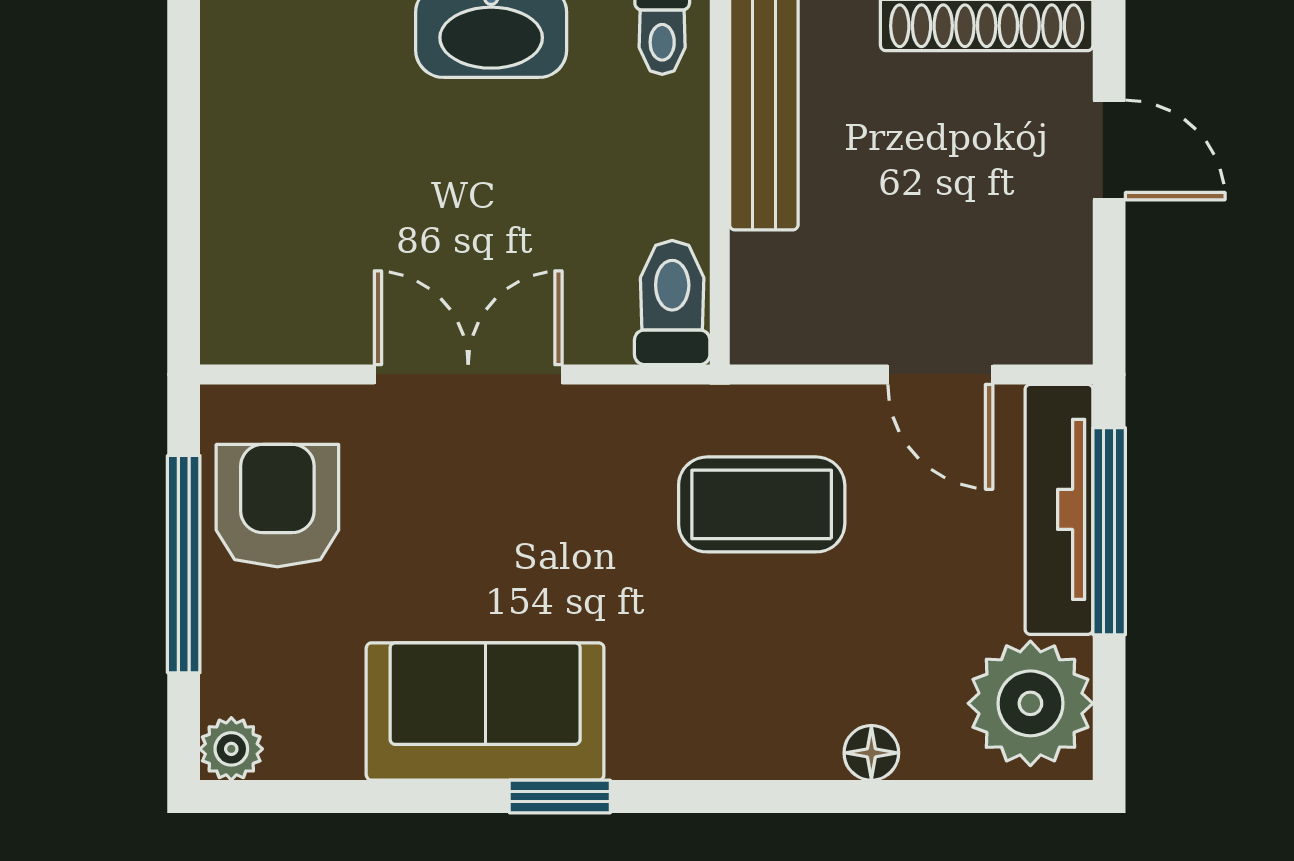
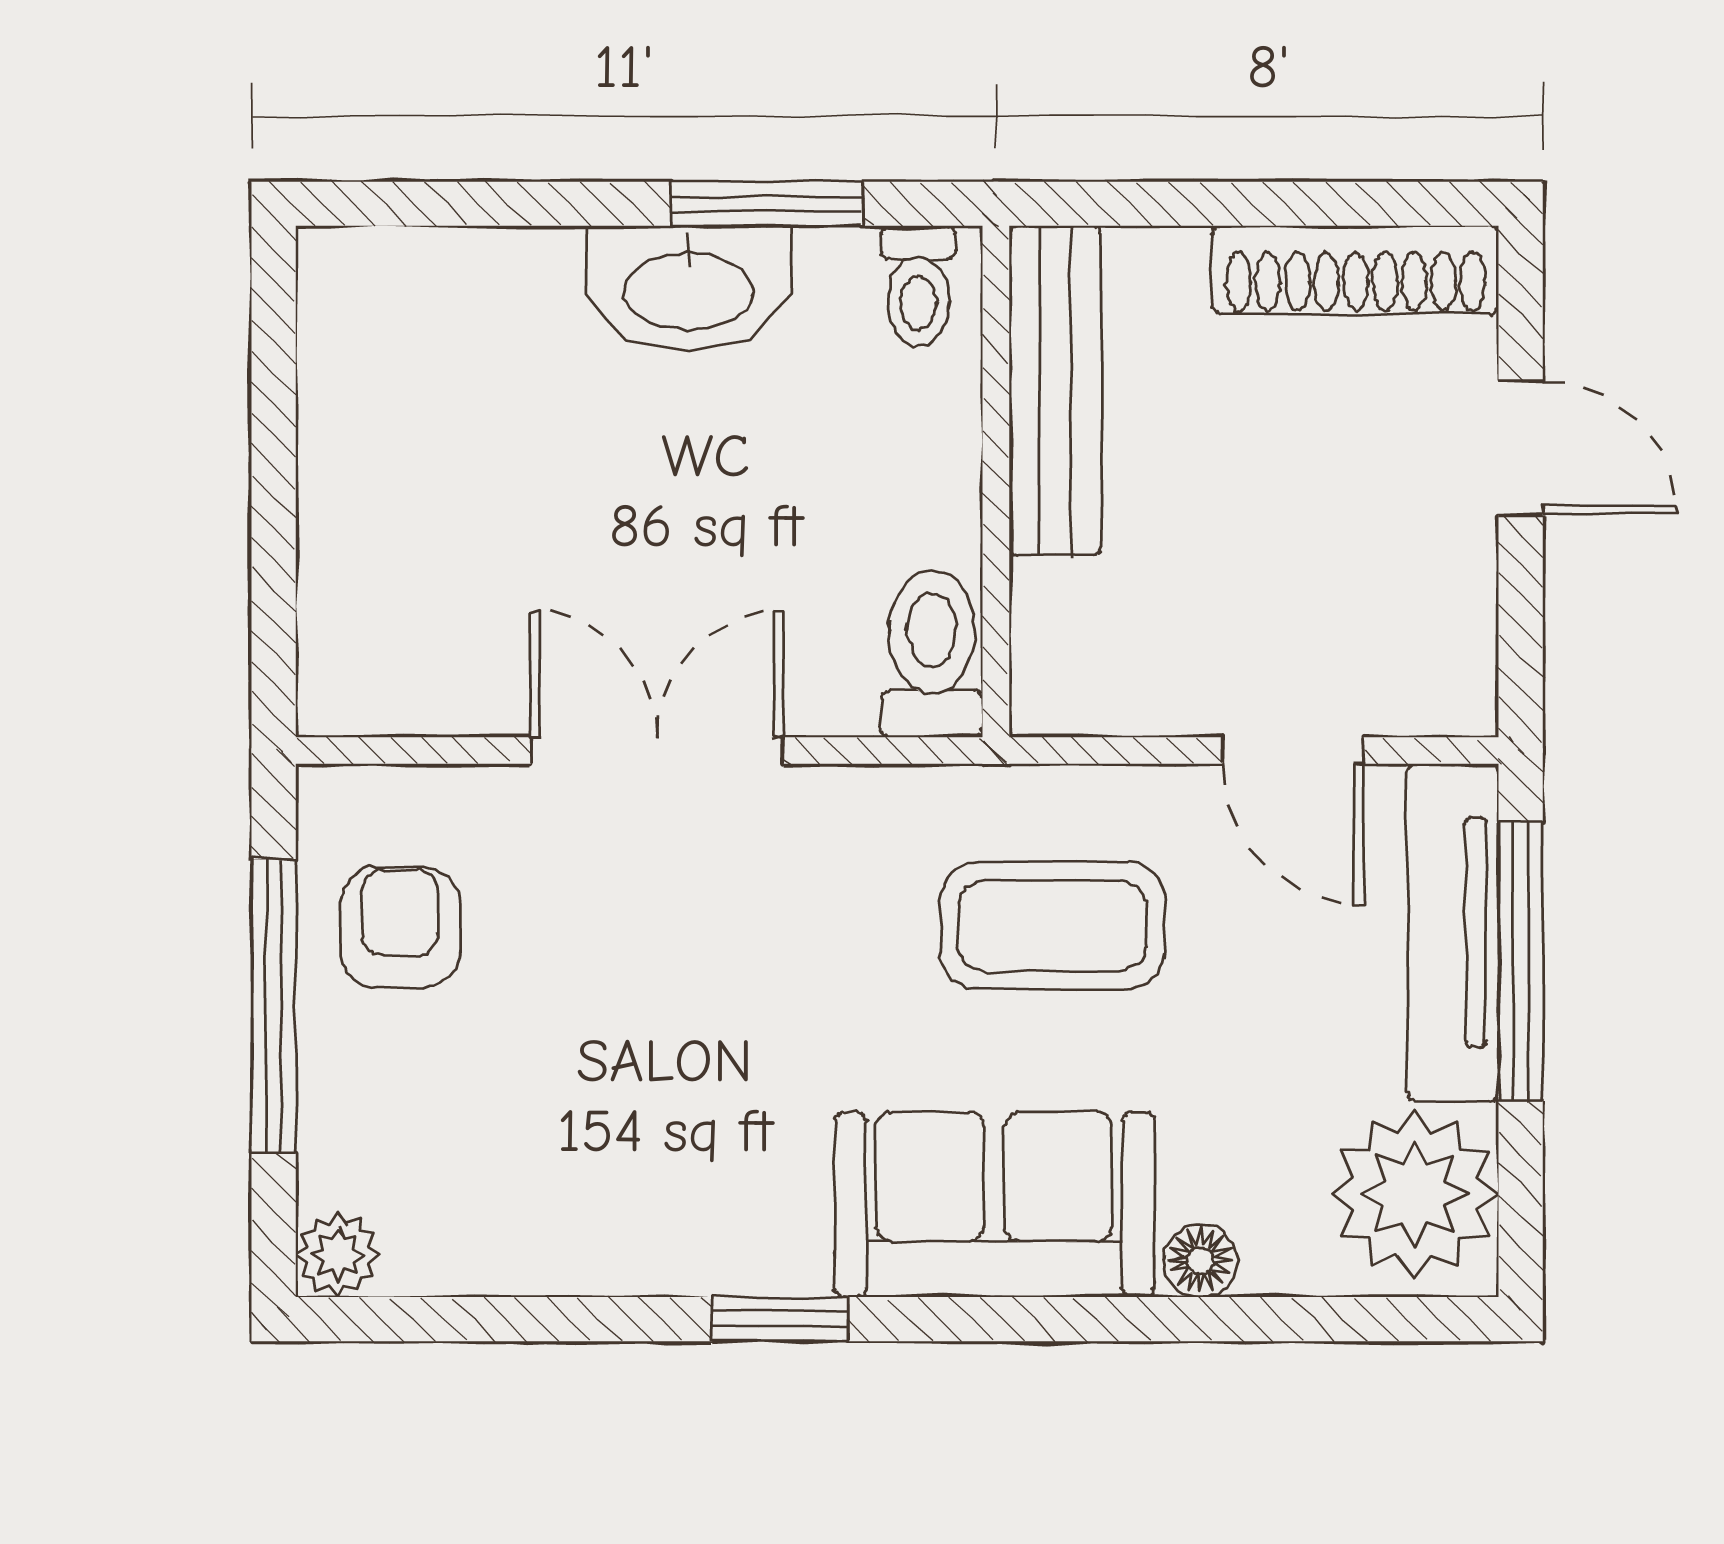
armchair: (277, 506) -> (400, 927), width x0.72, depth x0.72
sofa: (485, 711) -> (994, 1205), moved

